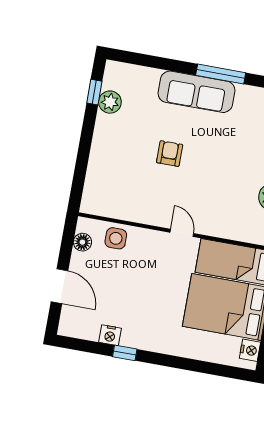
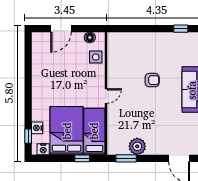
plant: (110, 102) -> (177, 39), removed
nightstand: (110, 335) -> (37, 128), moved
window: (125, 353) -> (28, 136), moved

